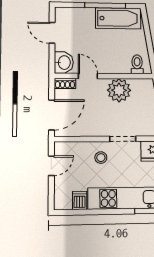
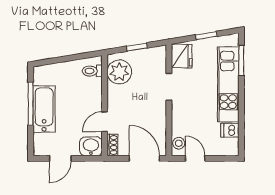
bathtub: (118, 18) -> (44, 109), moved
plant: (119, 90) -> (119, 72), moved
stool: (101, 158) -> (179, 143), moved

